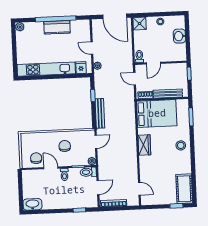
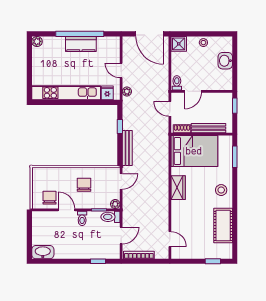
cot: (184, 189) -> (223, 226), moved

